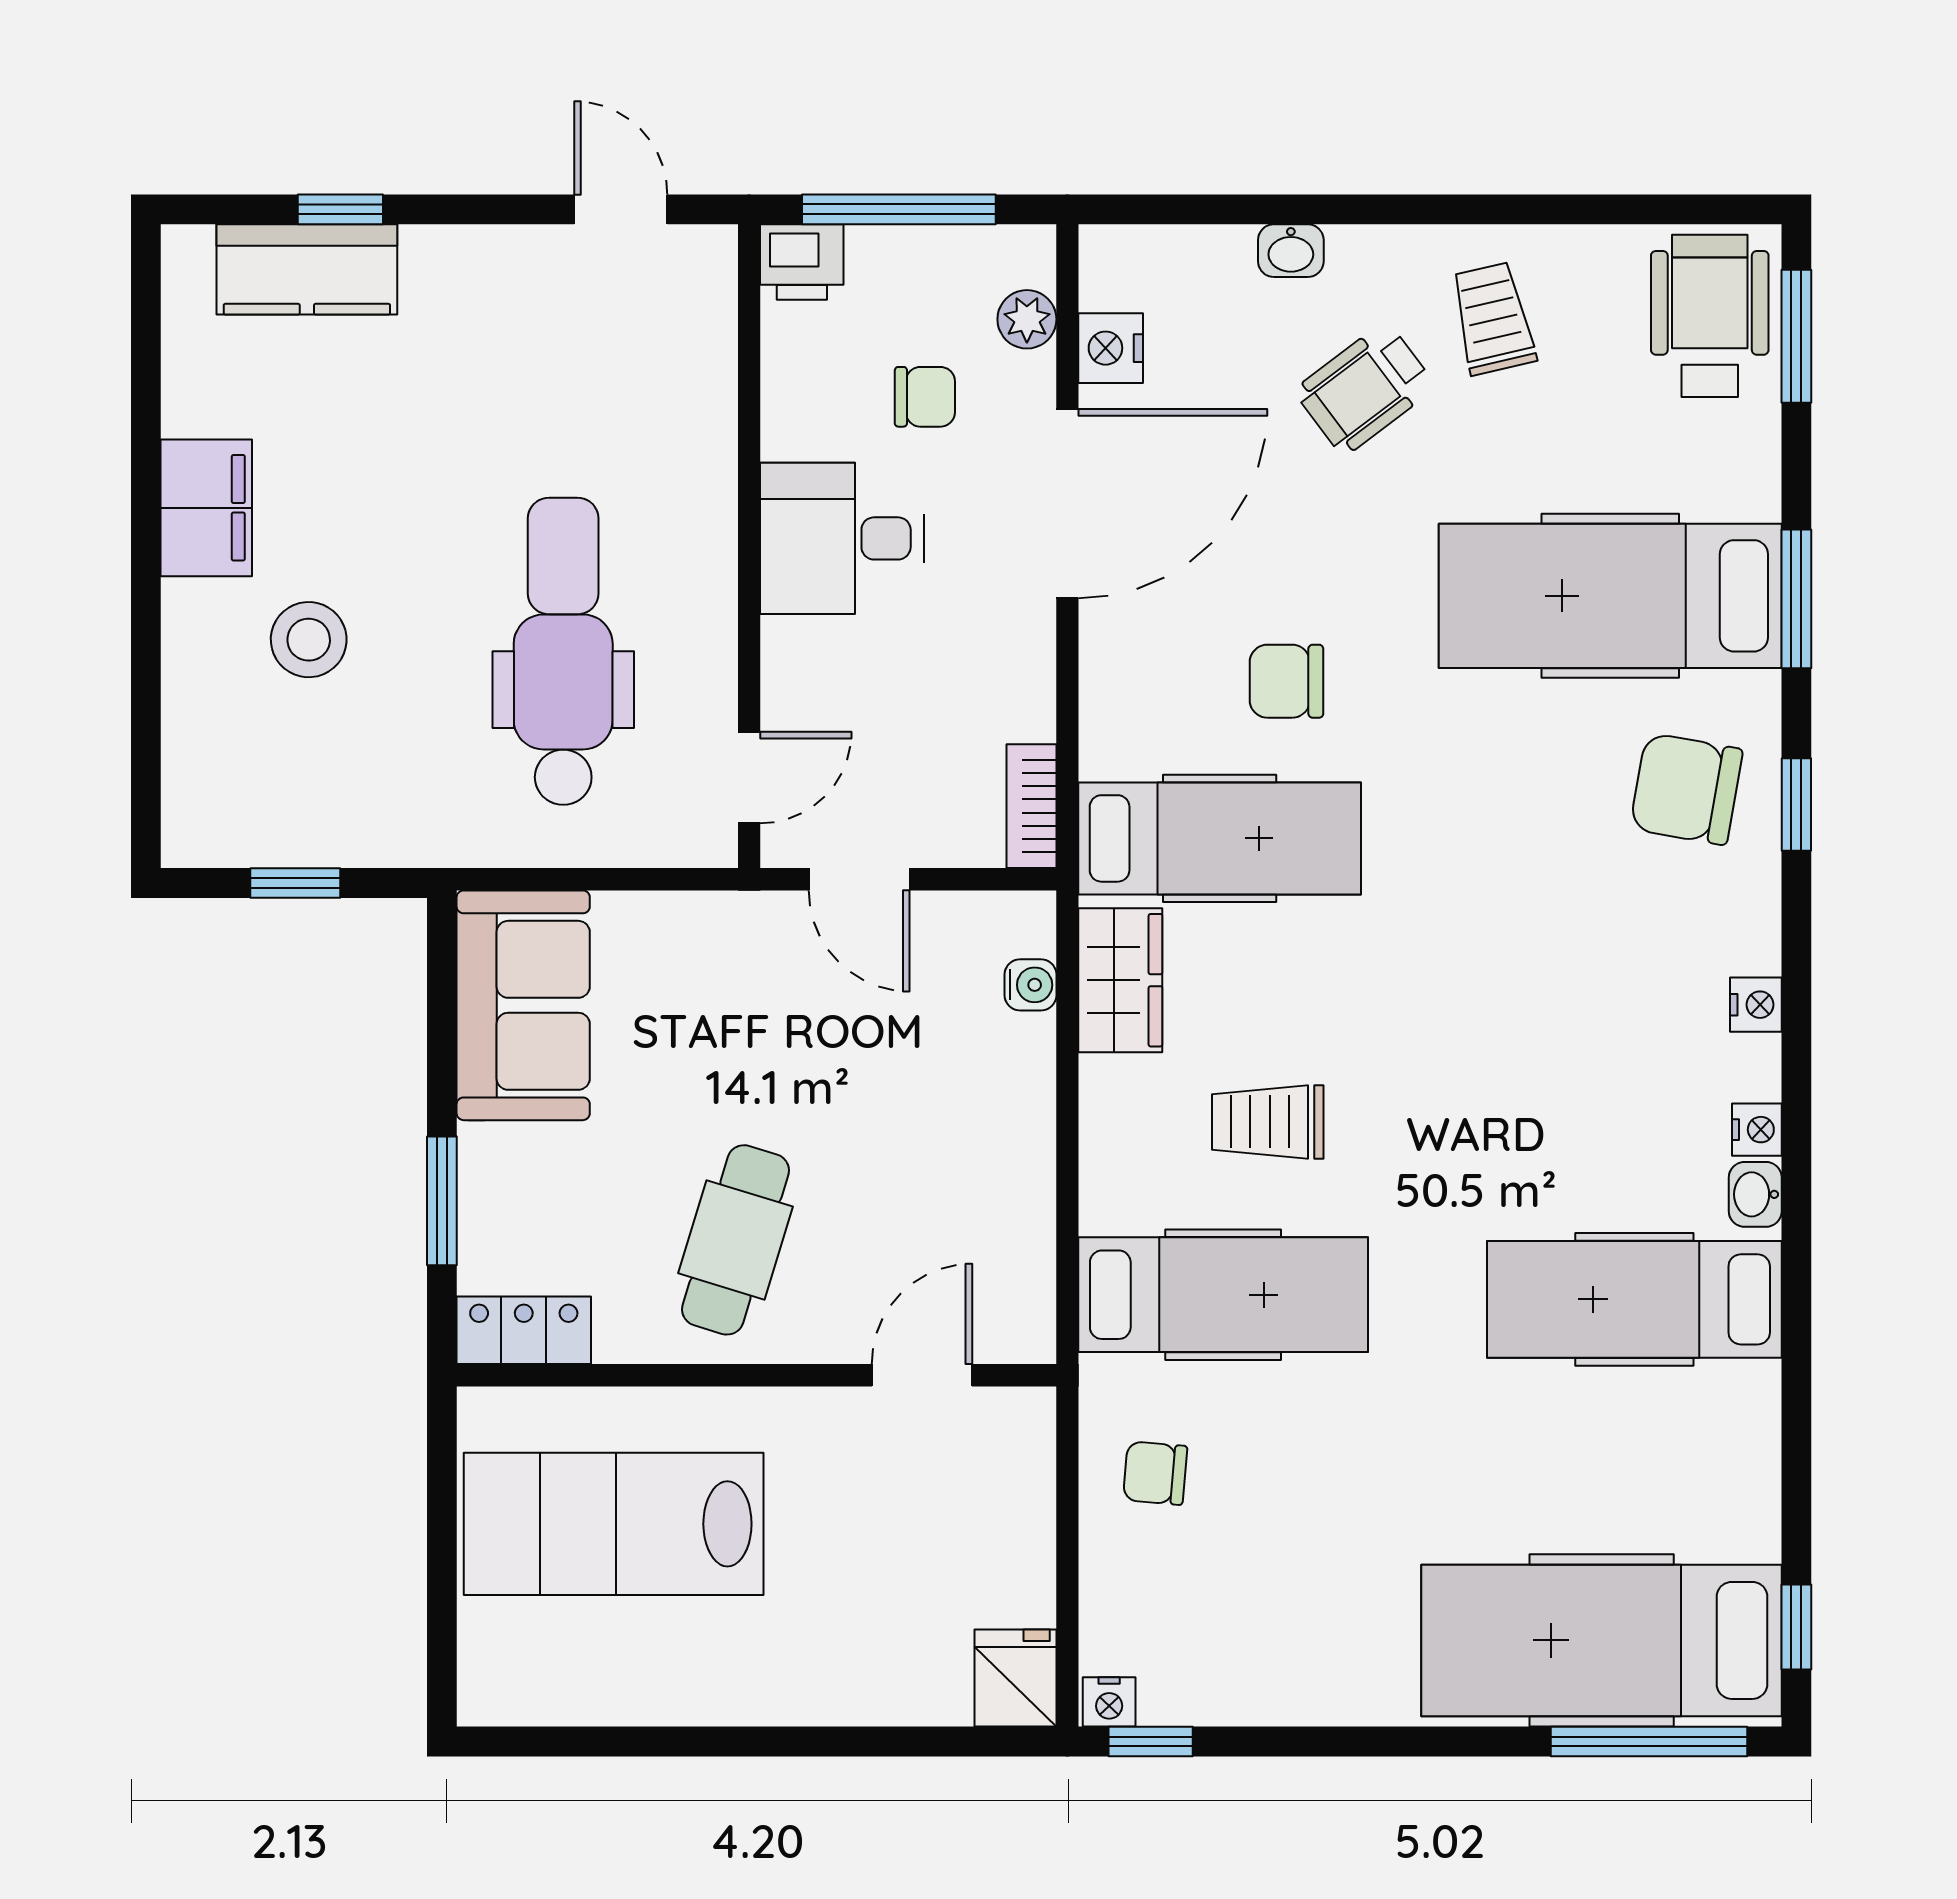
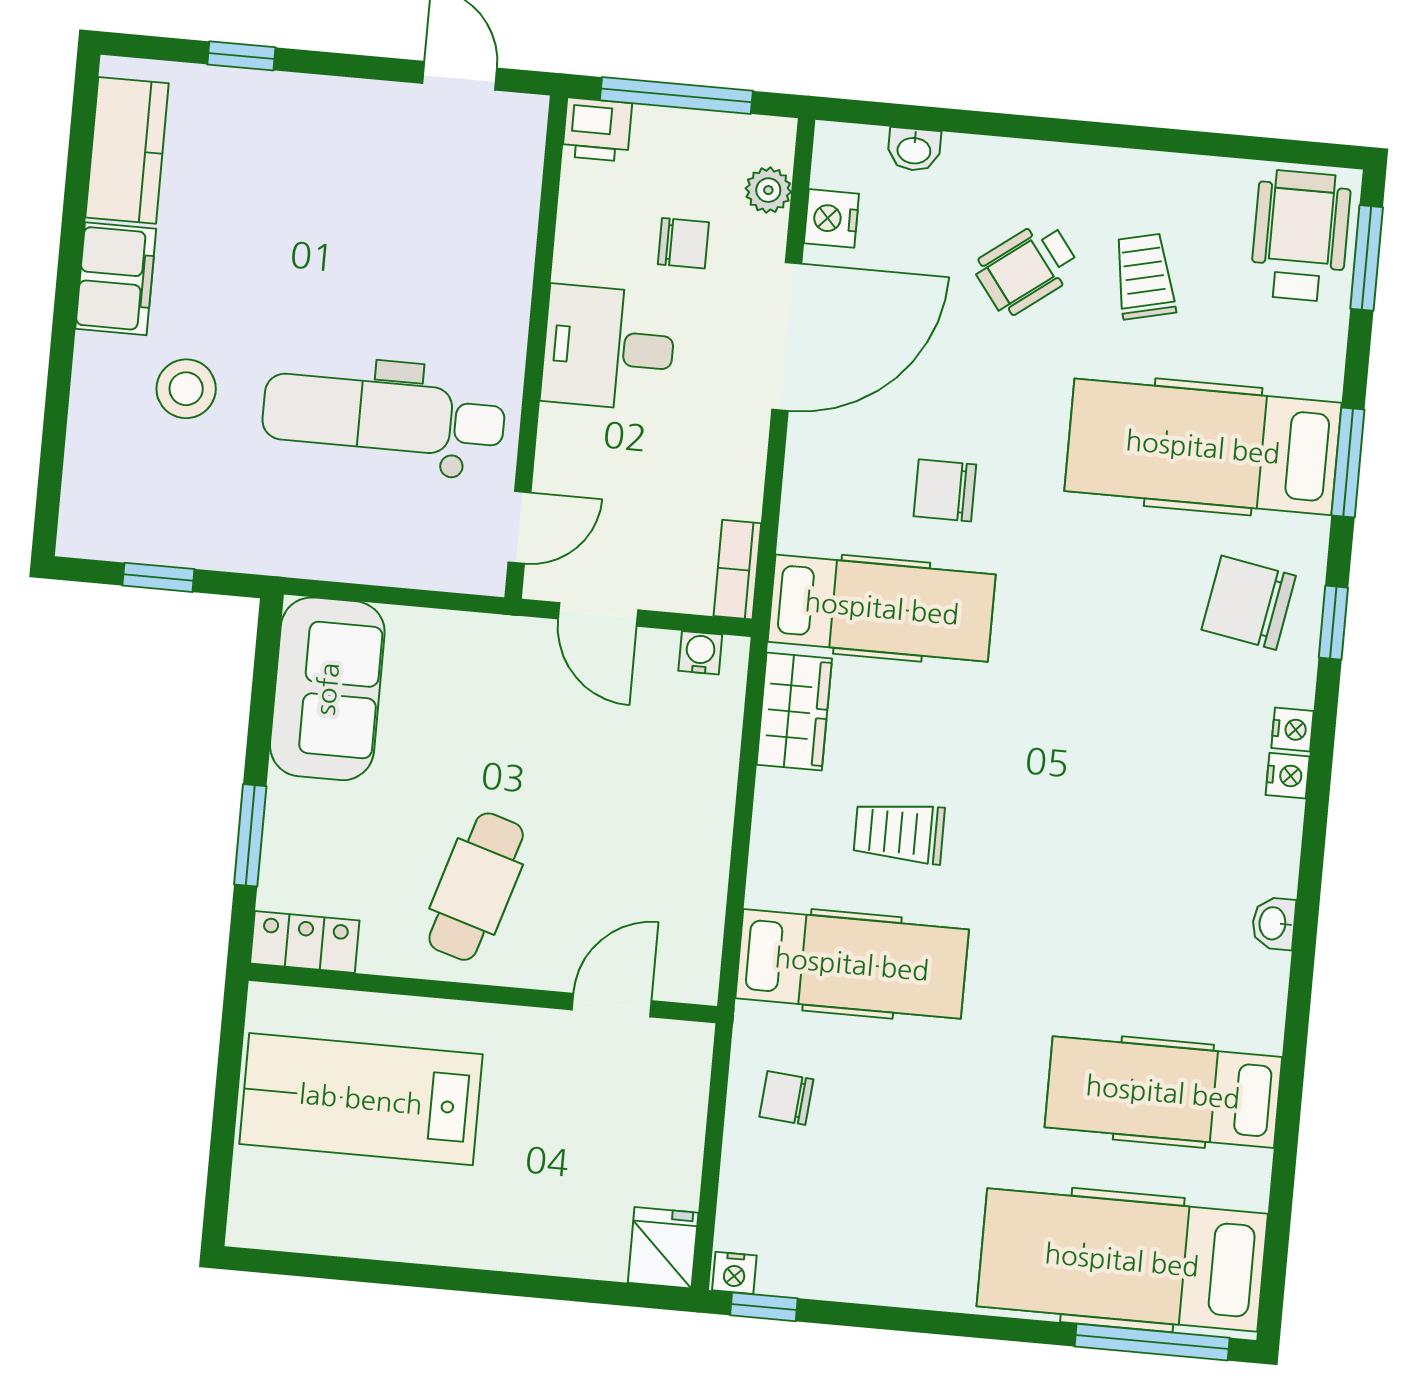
washbasin: (1291, 251) -> (914, 149), moved
kitchen counter: (307, 269) -> (127, 150), moved, turned -90
trolley: (1493, 319) -> (1144, 276), moved
dental chair: (563, 651) -> (384, 416), turned -90
water cooler: (1031, 985) -> (700, 653), moved, turned -90
nightstand: (1757, 1130) -> (1293, 729), moved
hospital bed: (1634, 1299) -> (1163, 1092), moved
window: (1796, 1627) -> (1275, 1263), removed

